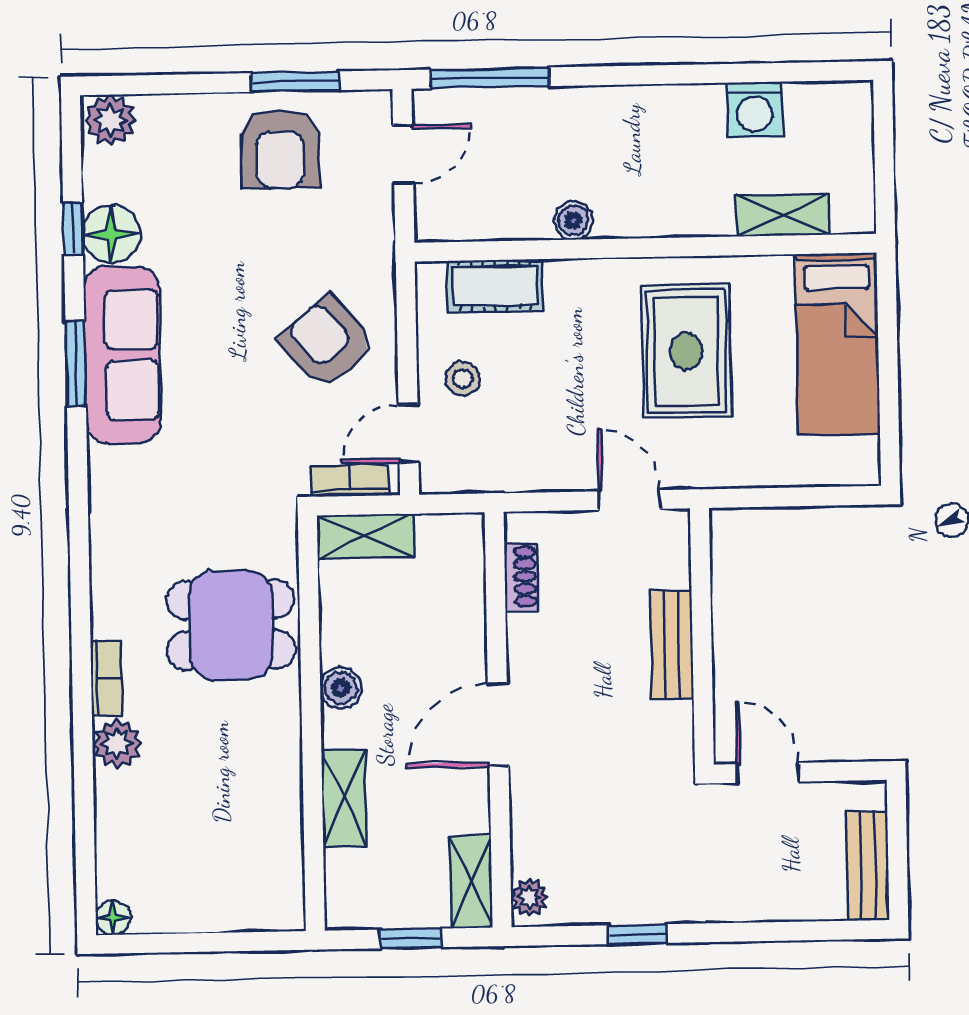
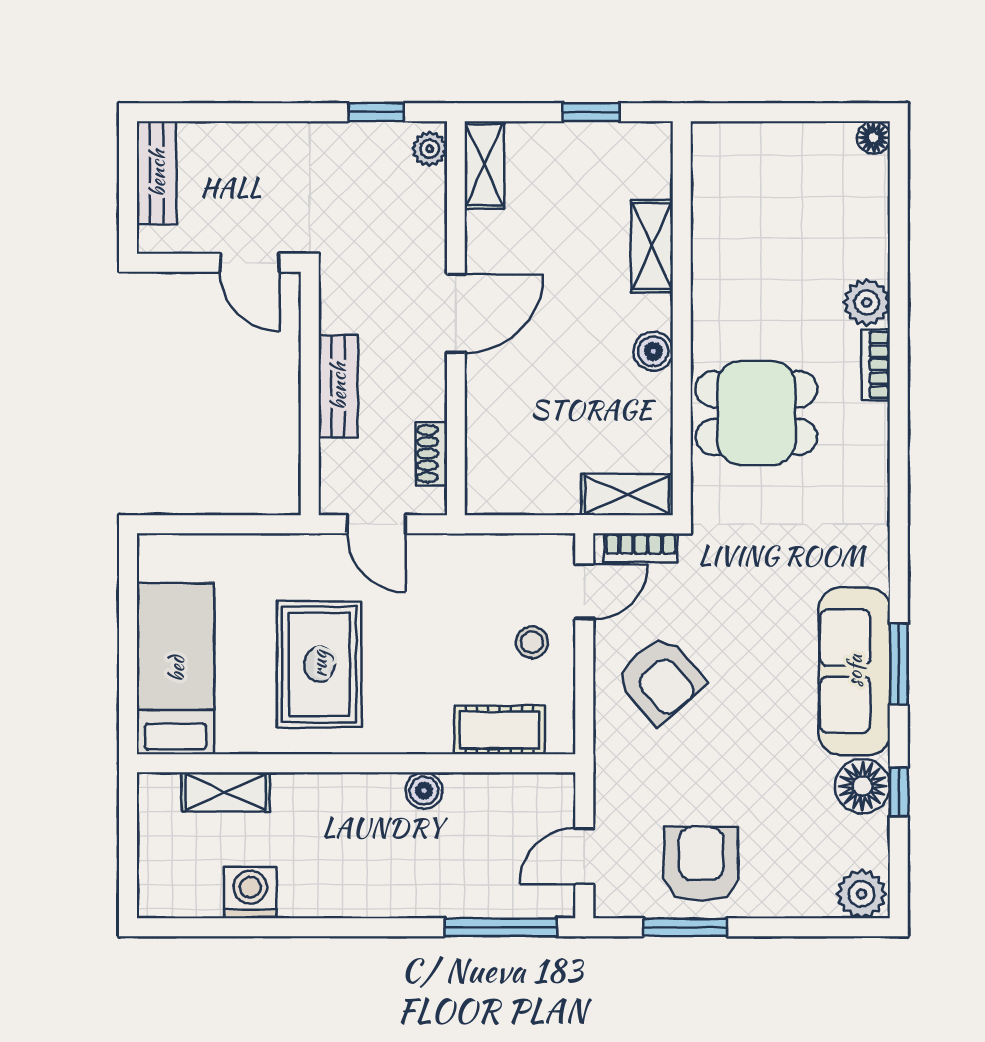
shoe rack: (521, 576) -> (431, 454), moved
wall: (498, 720) -> (456, 318), moved
door: (498, 725) -> (456, 313), moved
shelving: (471, 882) -> (484, 165), moved
plant: (529, 898) -> (430, 149), moved

